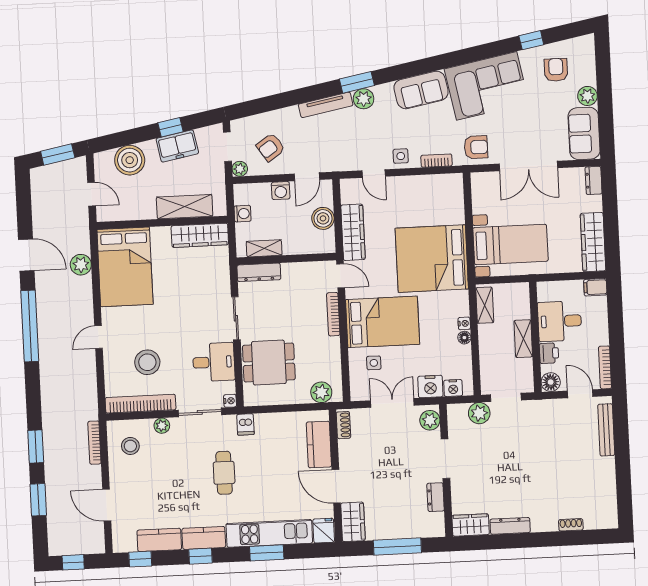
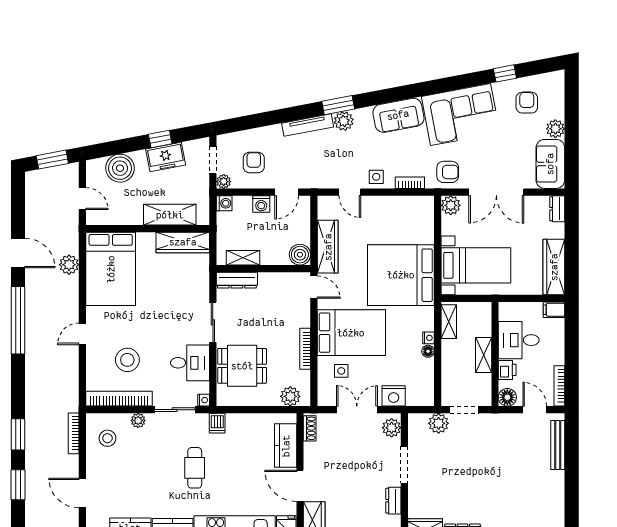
armchair: (271, 147) -> (254, 162), turned 124
plant: (481, 182) -> (451, 205), added
washing machine: (243, 214) -> (224, 203), moved
boiler: (323, 218) -> (300, 255), moved
bookcase: (333, 314) -> (305, 349), moved
nightstand: (453, 388) -> (415, 398), removed

